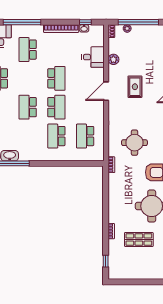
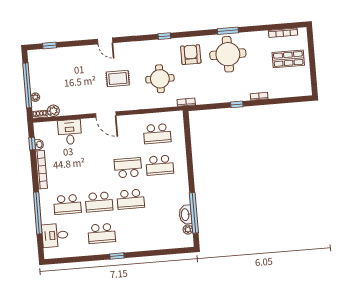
plant: (113, 59) -> (53, 111), moved
school desk: (56, 78) -> (99, 202), moved, turned 180
rug: (135, 87) -> (118, 79), moved
shop shelf: (139, 239) -> (288, 59), moved, turned 90
window: (106, 261) -> (237, 104), moved

